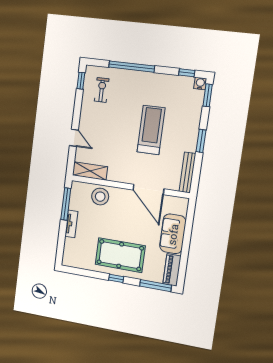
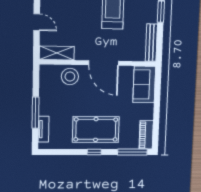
door: (148, 189) -> (104, 63), moved
window: (66, 204) -> (36, 113), moved
tv unit: (71, 224) -> (43, 129), moved
sofa: (173, 234) -> (144, 84), moved

